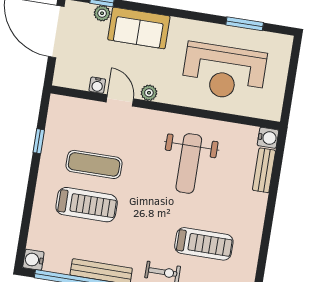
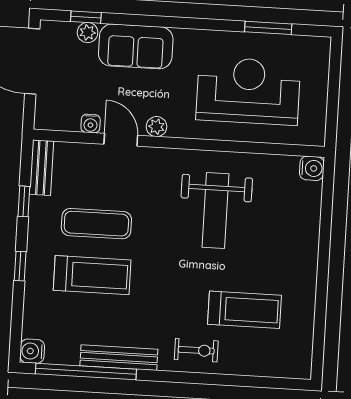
reception desk: (224, 72) -> (248, 91), turned 180
bench: (264, 170) -> (42, 168), moved
window: (31, 192) -> (20, 266), added

